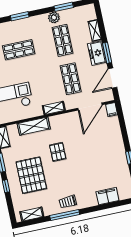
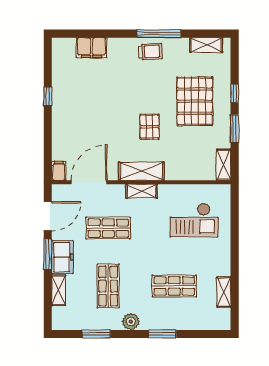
plant: (54, 17) -> (131, 322), moved
shop shelf: (71, 79) -> (108, 228), turned 90
shelving: (34, 126) -> (141, 171), moved

